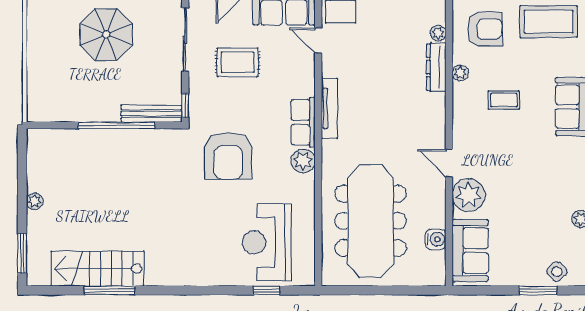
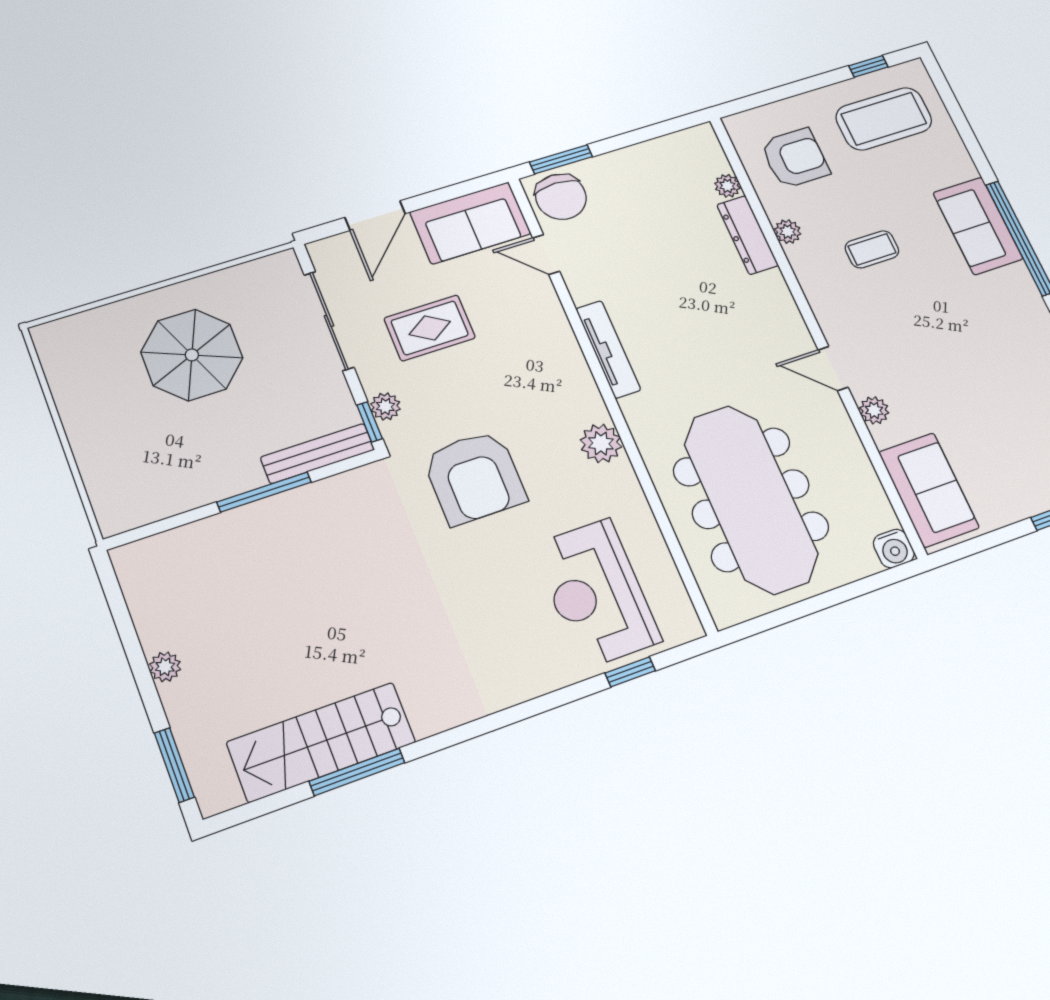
plant: (197, 99) -> (385, 406), added
row of seats: (303, 122) -> (575, 384), removed
window: (116, 125) -> (264, 492), width x0.68
plant: (469, 195) -> (874, 410), width x0.53, depth x0.53
water cooler: (436, 239) -> (894, 549), moved, turned 90

